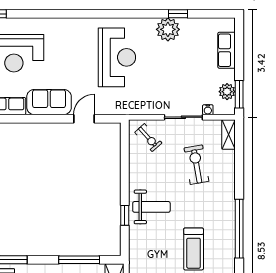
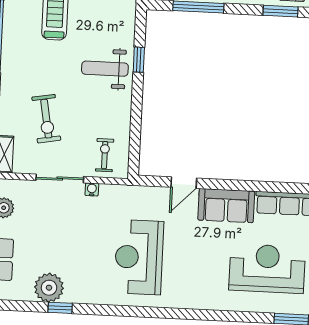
plant: (168, 29) -> (49, 288), moved
water cooler: (208, 110) -> (92, 189), moved
exercise bike: (148, 138) -> (105, 155), turned 42

